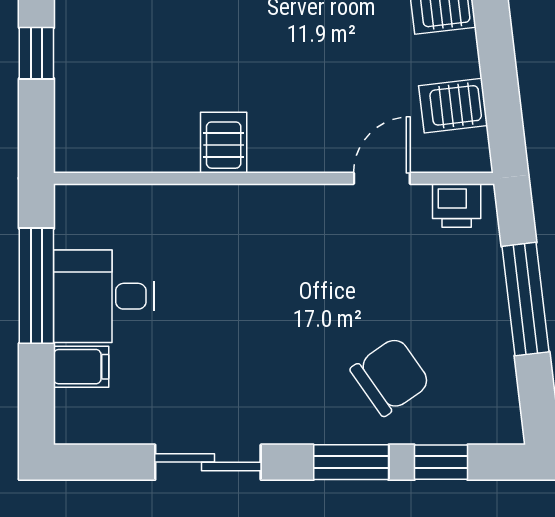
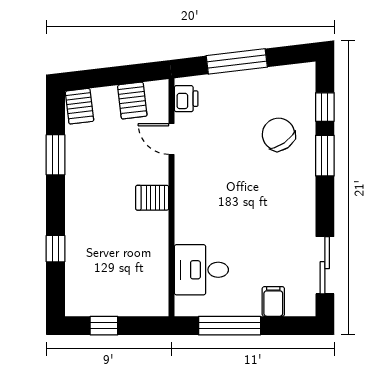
server rack: (224, 143) -> (152, 198), moved
desk: (104, 296) -> (201, 270), moved, turned 90
sliding door: (208, 462) -> (325, 265), moved

